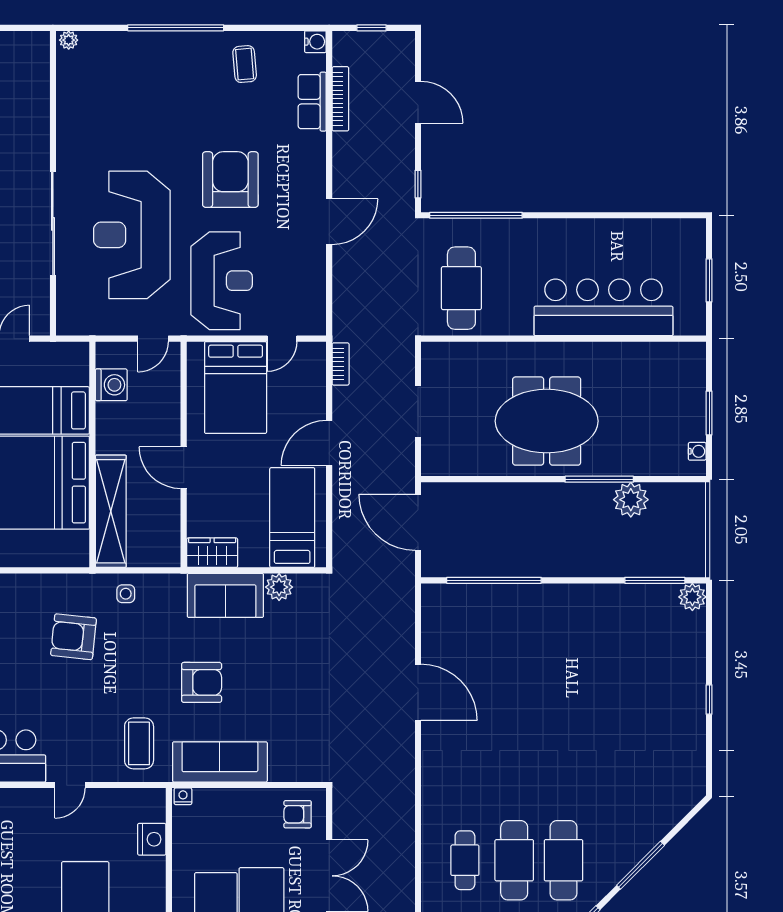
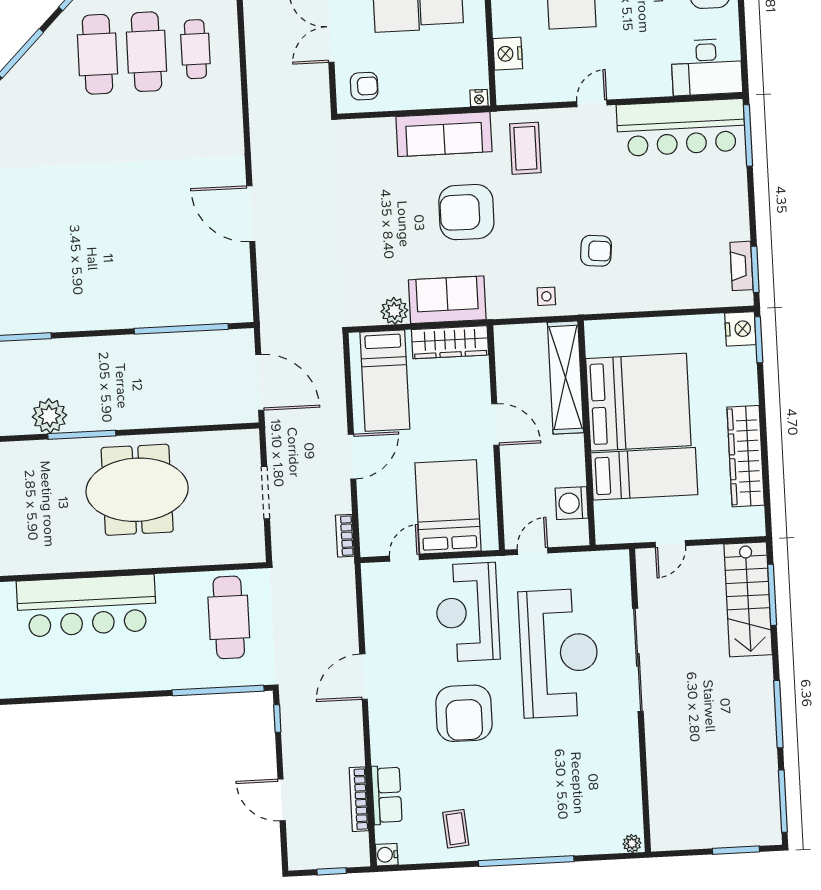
wardrobe: (212, 553) -> (450, 342), width x1.50
armchair: (74, 637) -> (596, 251), width x0.72, depth x0.72
armchair: (202, 682) -> (466, 212), width x1.36, depth x1.36

